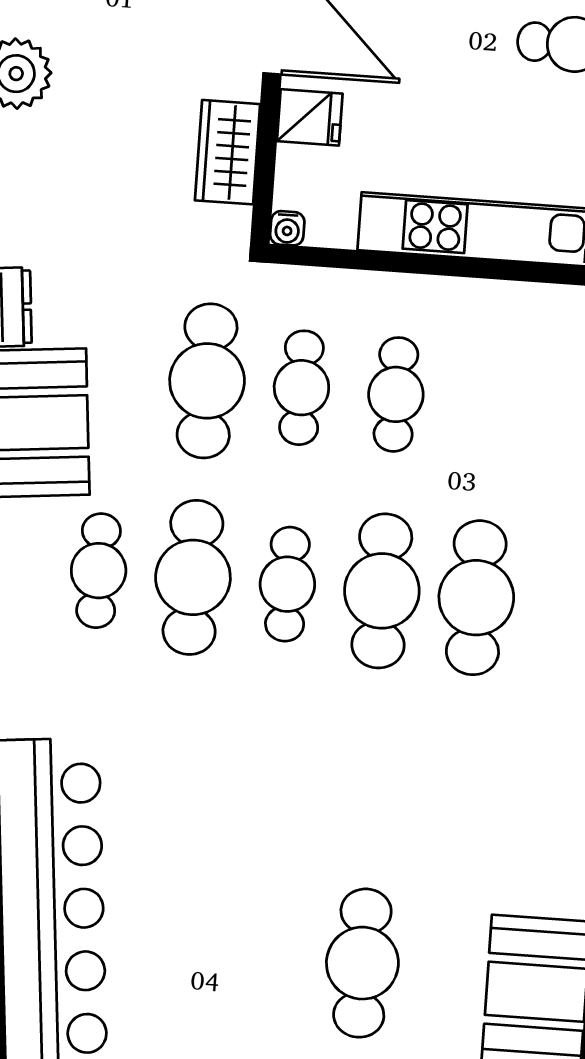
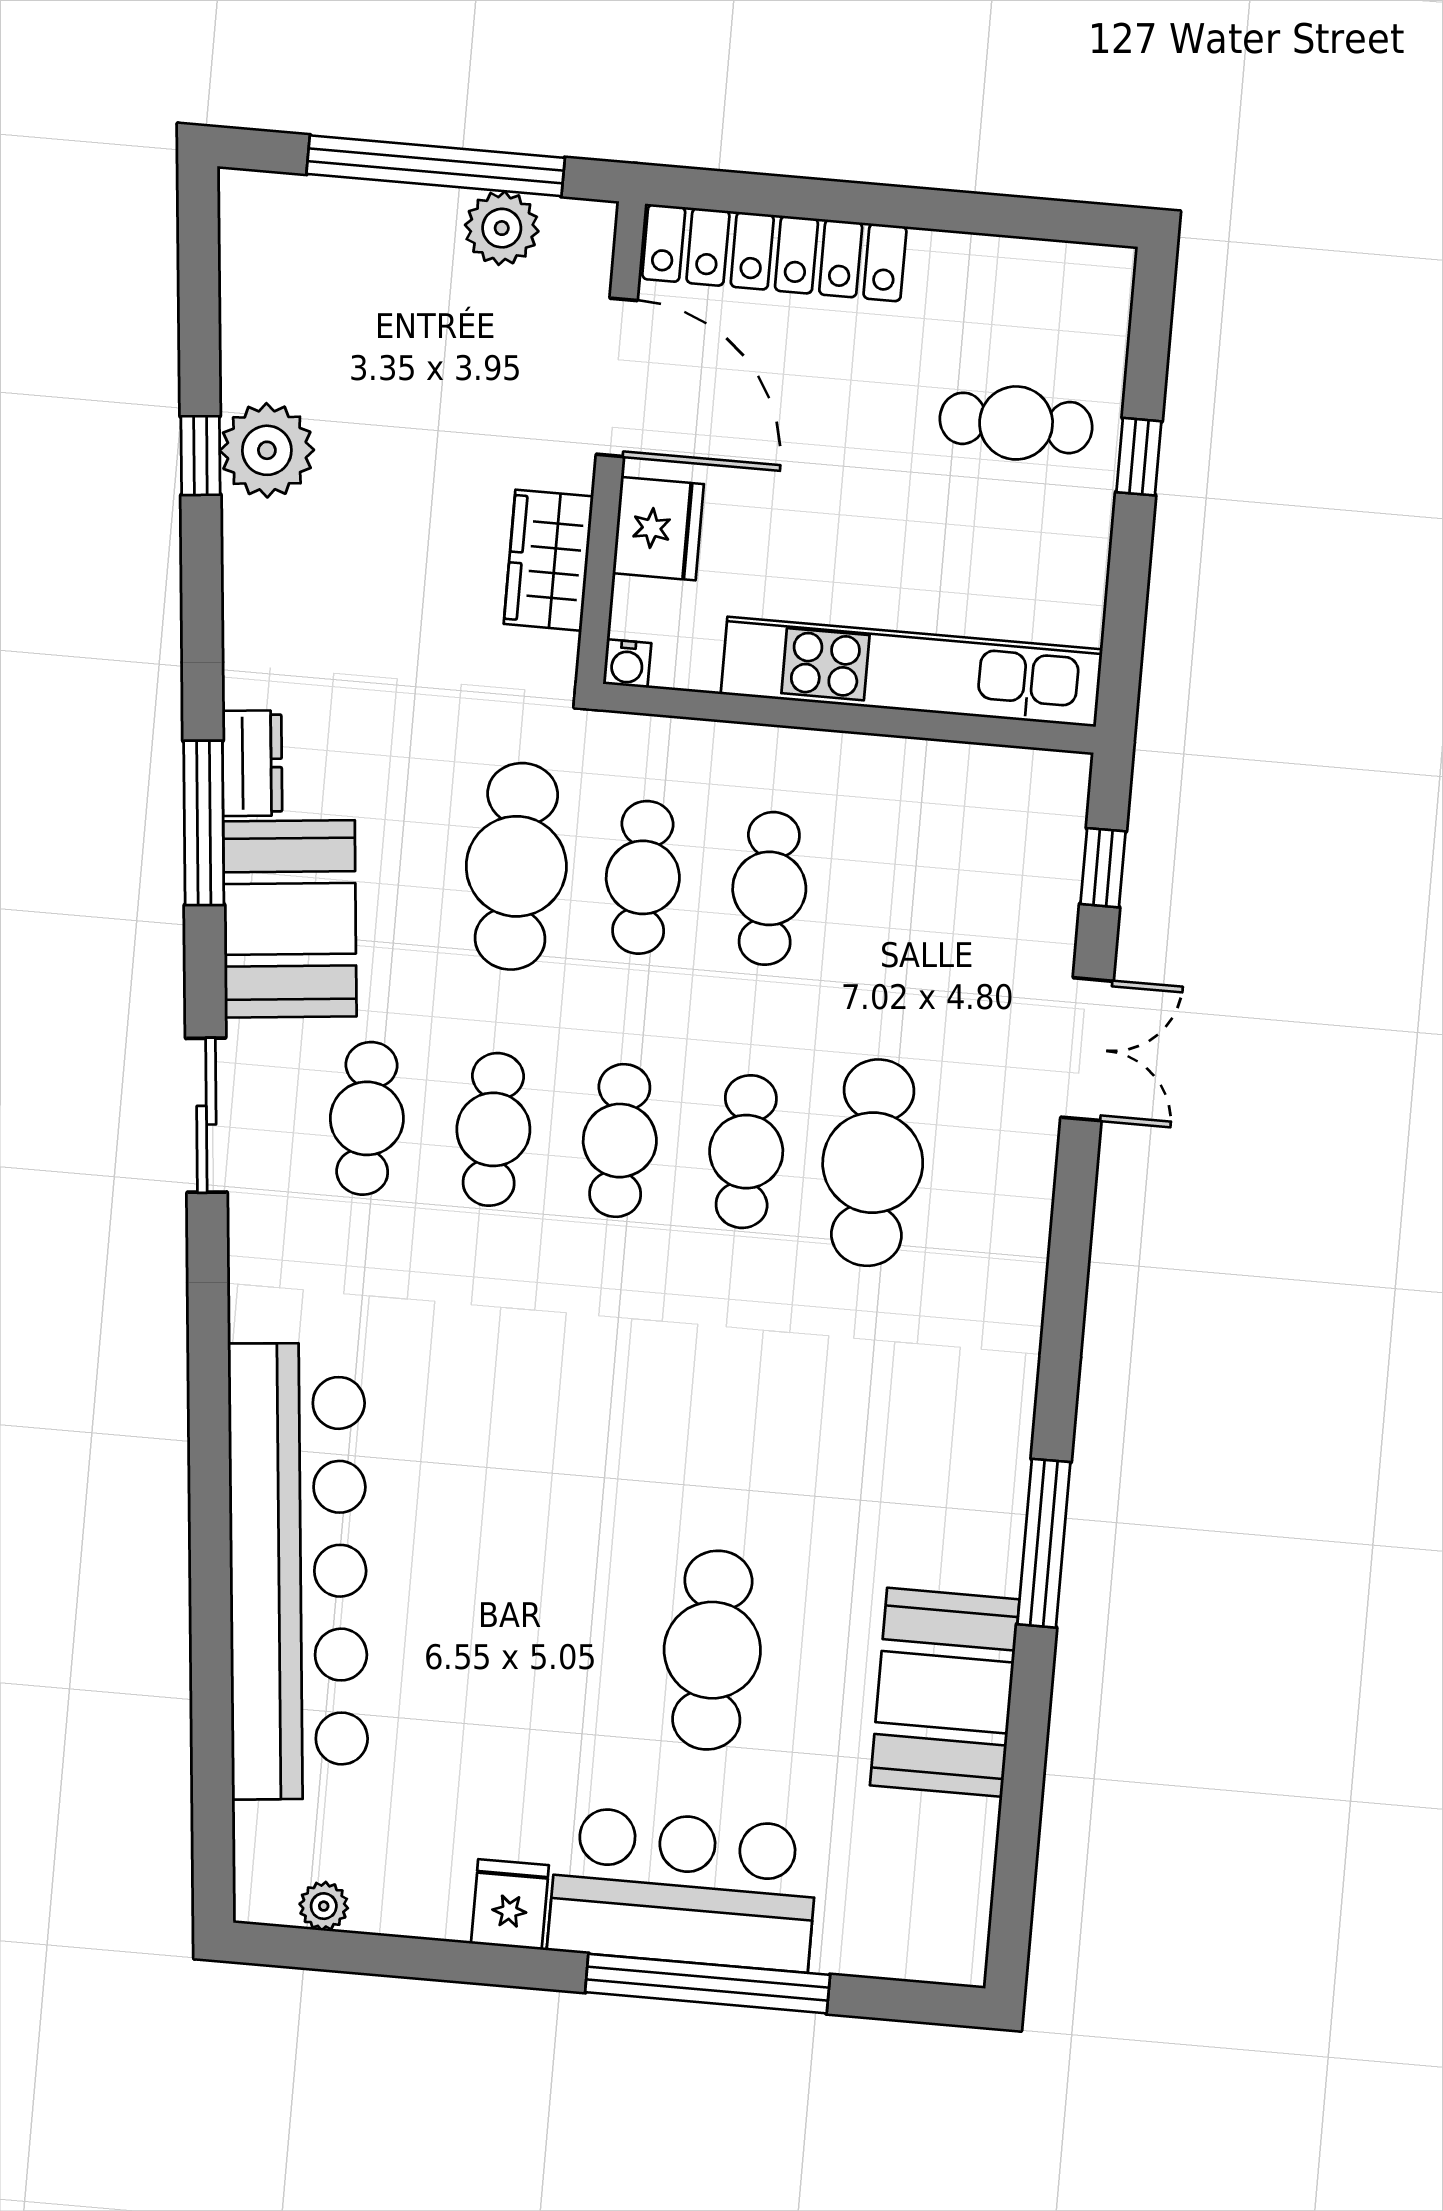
fridge: (310, 117) -> (658, 529), width x1.38
cafe table: (193, 577) -> (493, 1129), width x0.73, depth x0.74
cafe table: (382, 591) -> (746, 1152), width x0.73, depth x0.74

